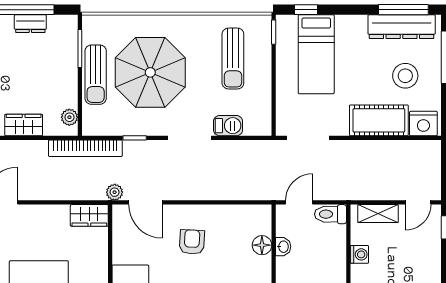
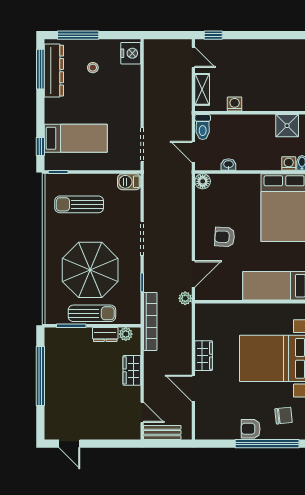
dresser: (30, 24) -> (105, 334), moved, turned 90
sun lounger: (233, 59) -> (79, 204), turned 180
stool: (405, 76) -> (93, 68), width x0.53, depth x0.53
cot: (379, 120) -> (128, 89), removed
barbecue: (228, 126) -> (129, 182), moved, turned -90
wardrobe: (89, 215) -> (204, 356), moved
floor lamp: (262, 245) -> (203, 181), moved

